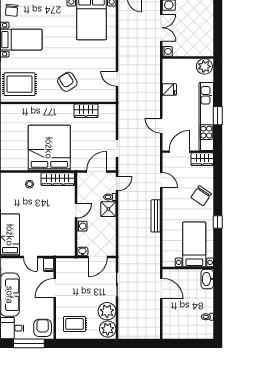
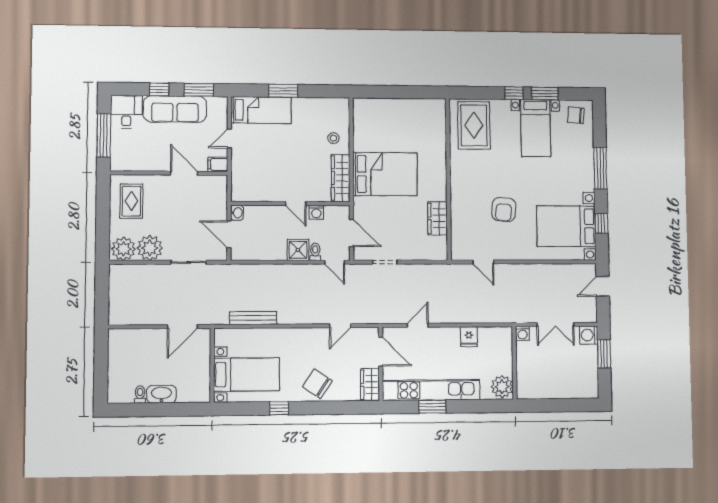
door: (117, 79) -> (483, 262), swing flipped
armchair: (67, 82) -> (504, 210), moved, turned 128
bed: (49, 148) -> (385, 174), width x0.73
bench: (156, 216) -> (253, 318), moved
washing machine: (82, 226) -> (316, 212), moved
washbasin: (207, 279) -> (161, 394), moved
armchair: (43, 328) -> (126, 155), removed

